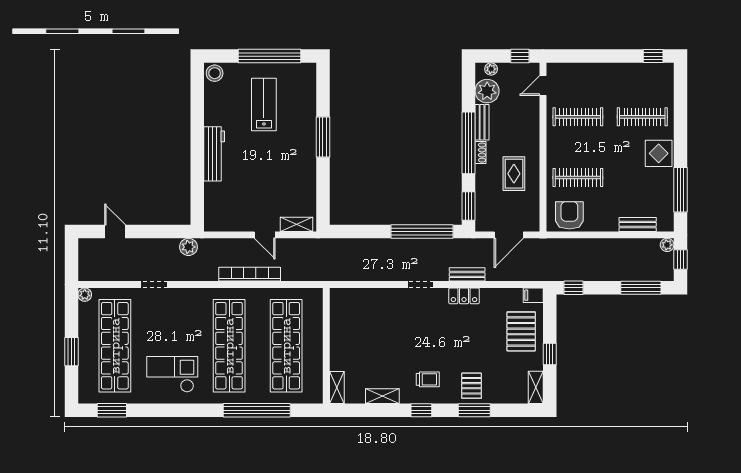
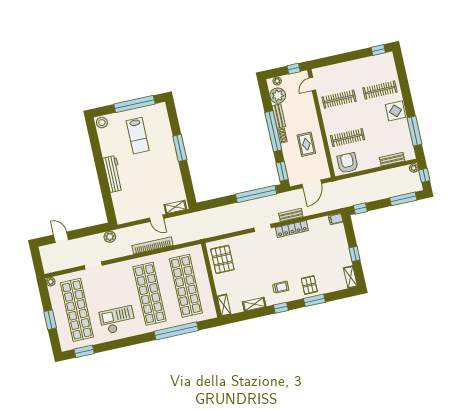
lab bench: (264, 104) -> (138, 136), turned 180
locker: (464, 296) -> (292, 229), width x1.53
pallet: (521, 331) -> (222, 259), moved

